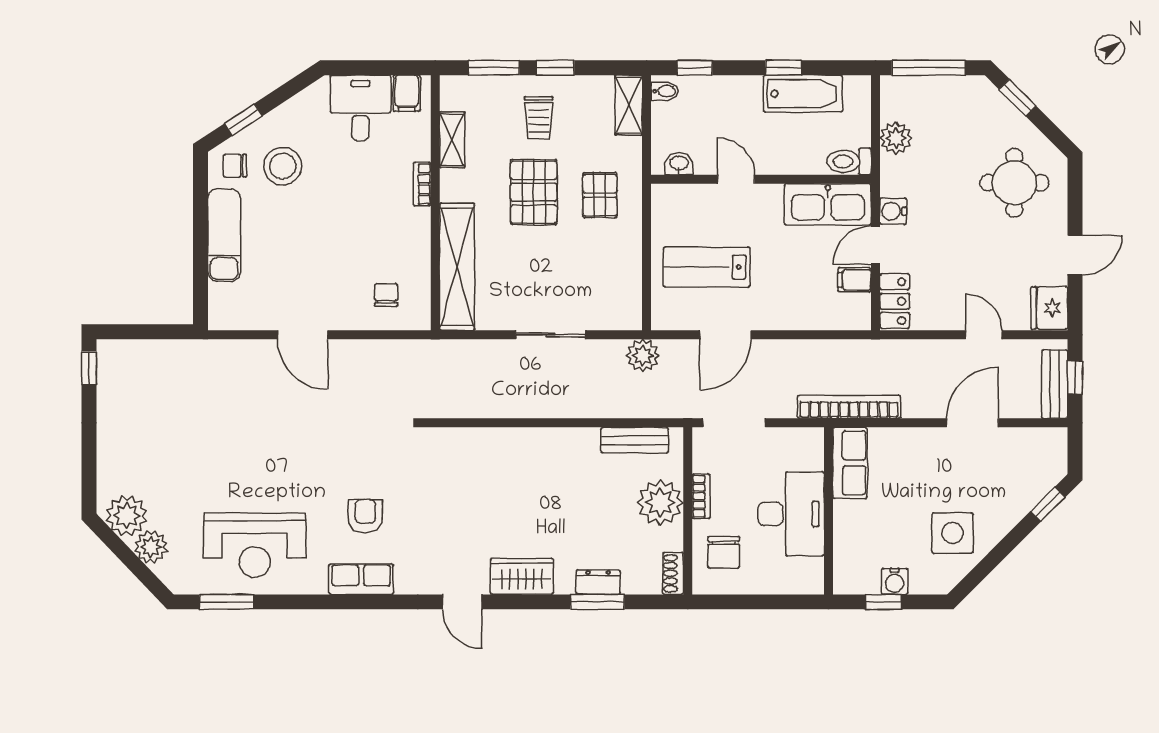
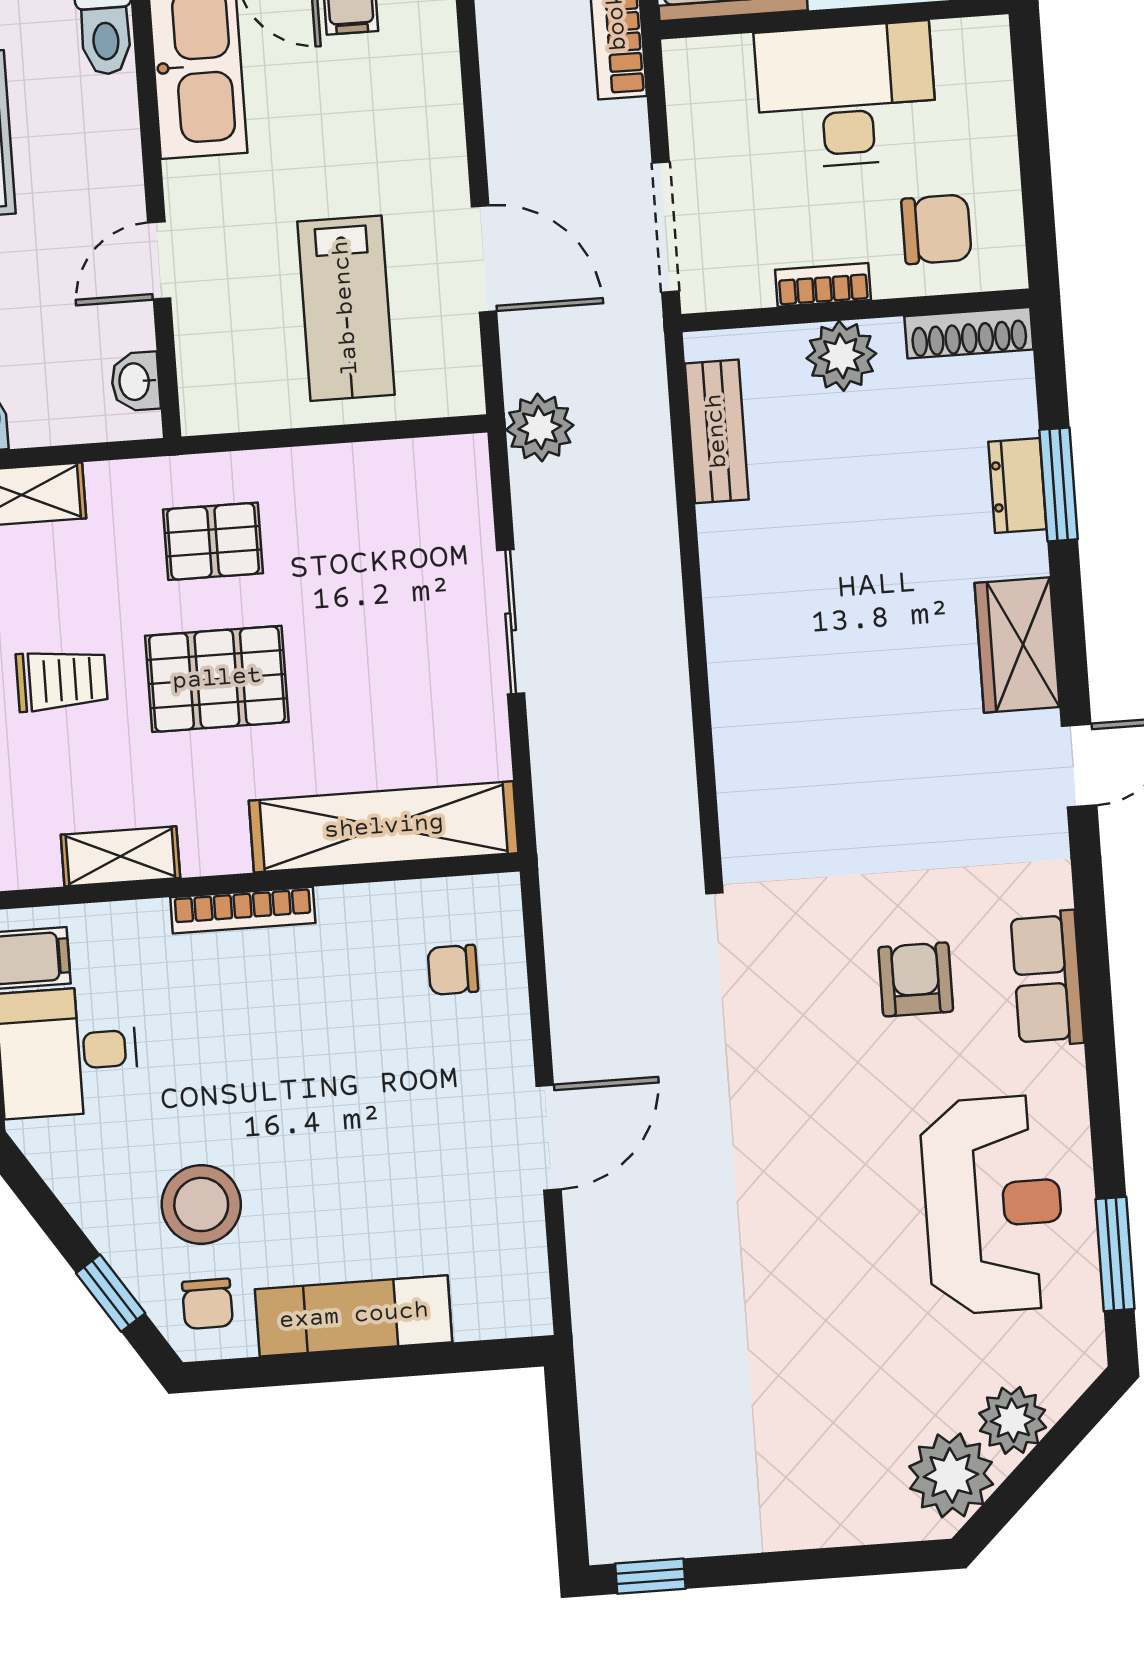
bookcase: (422, 184) -> (243, 910), width x1.56
plant: (660, 502) -> (841, 356), width x0.73, depth x0.73
armchair: (365, 516) -> (916, 979), turned 90
shoe rack: (673, 573) -> (969, 333), width x1.43

